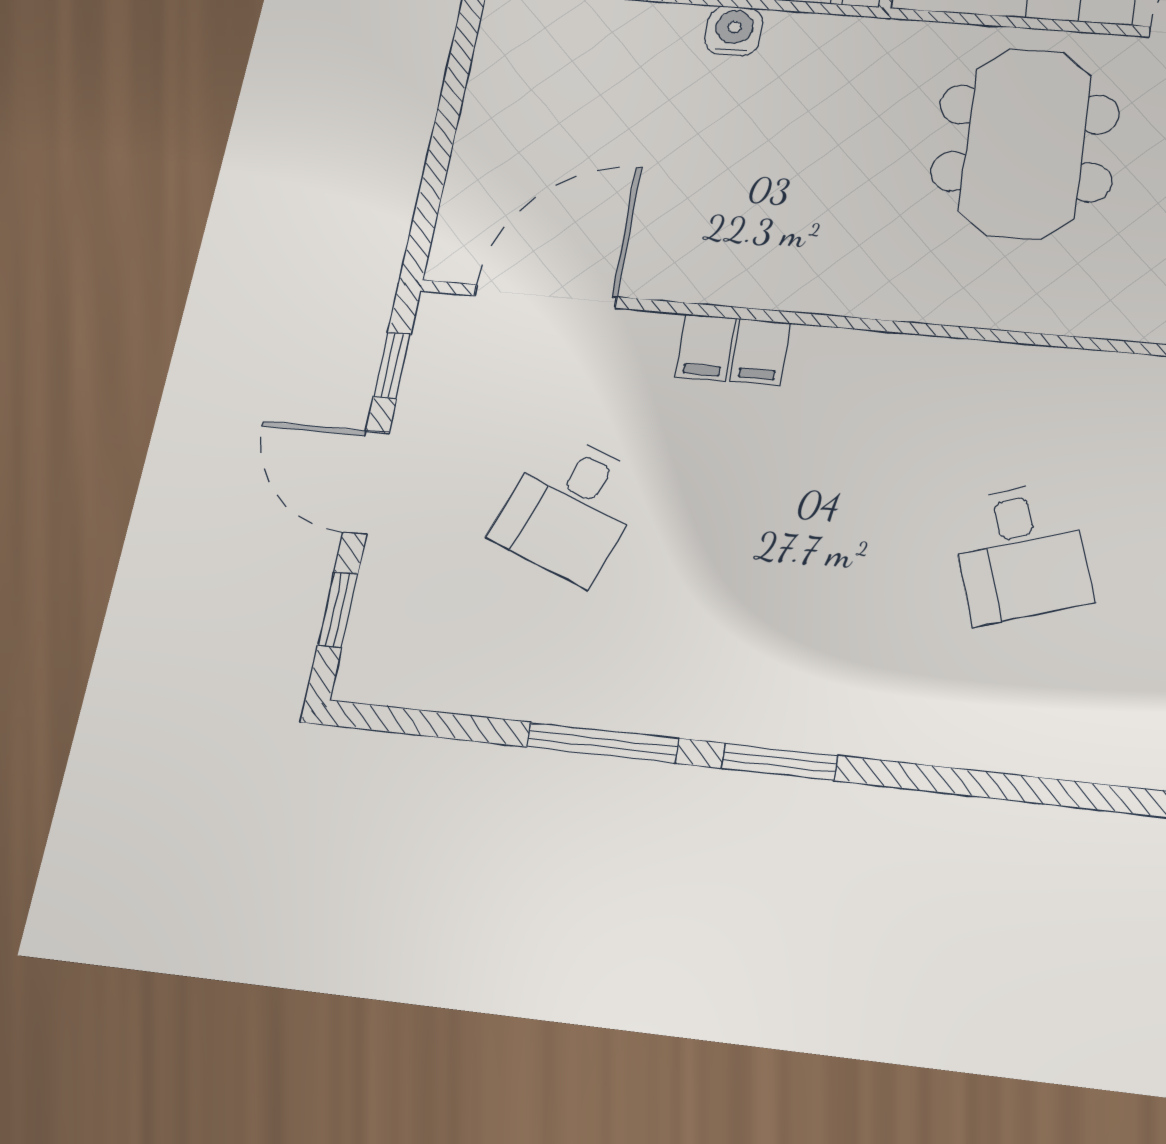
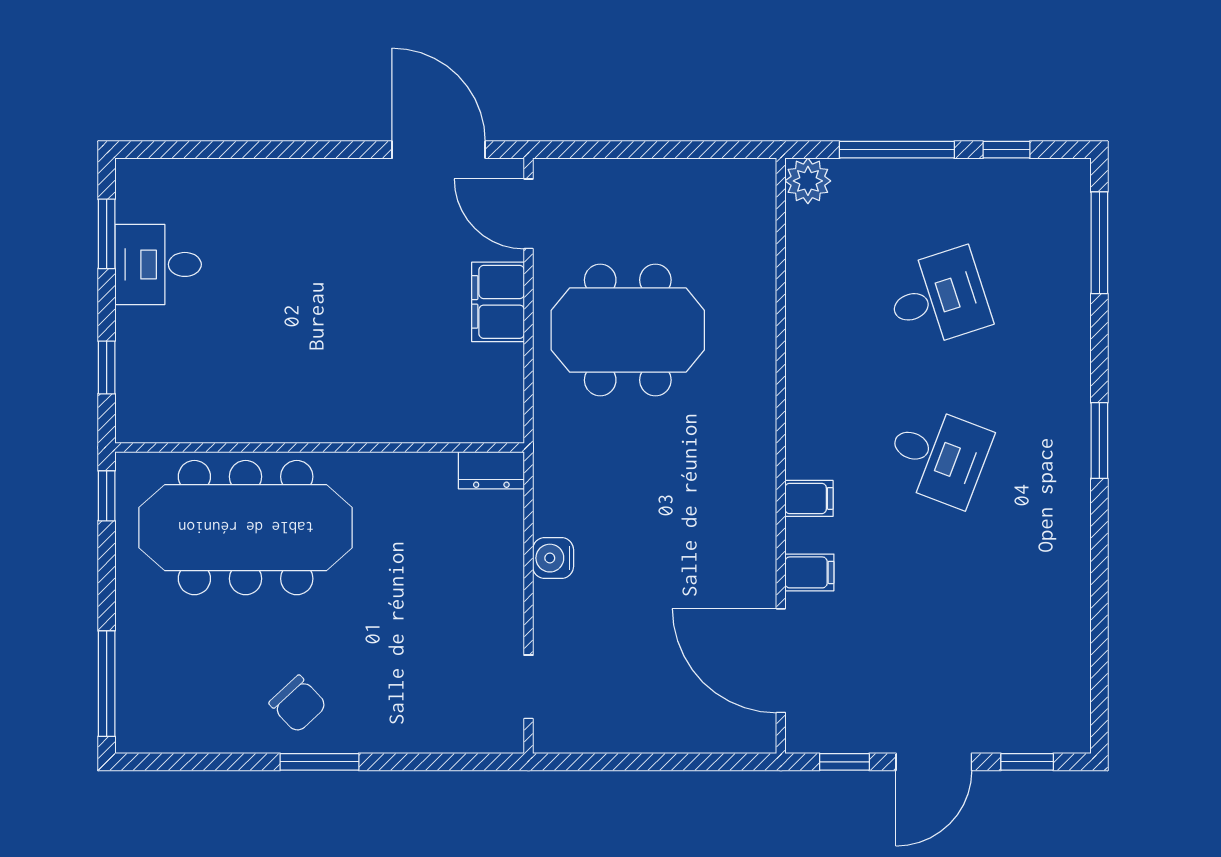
filing cabinet: (705, 348) -> (809, 572), moved
desk: (570, 508) -> (938, 456), moved
window: (603, 743) -> (1099, 243), moved

